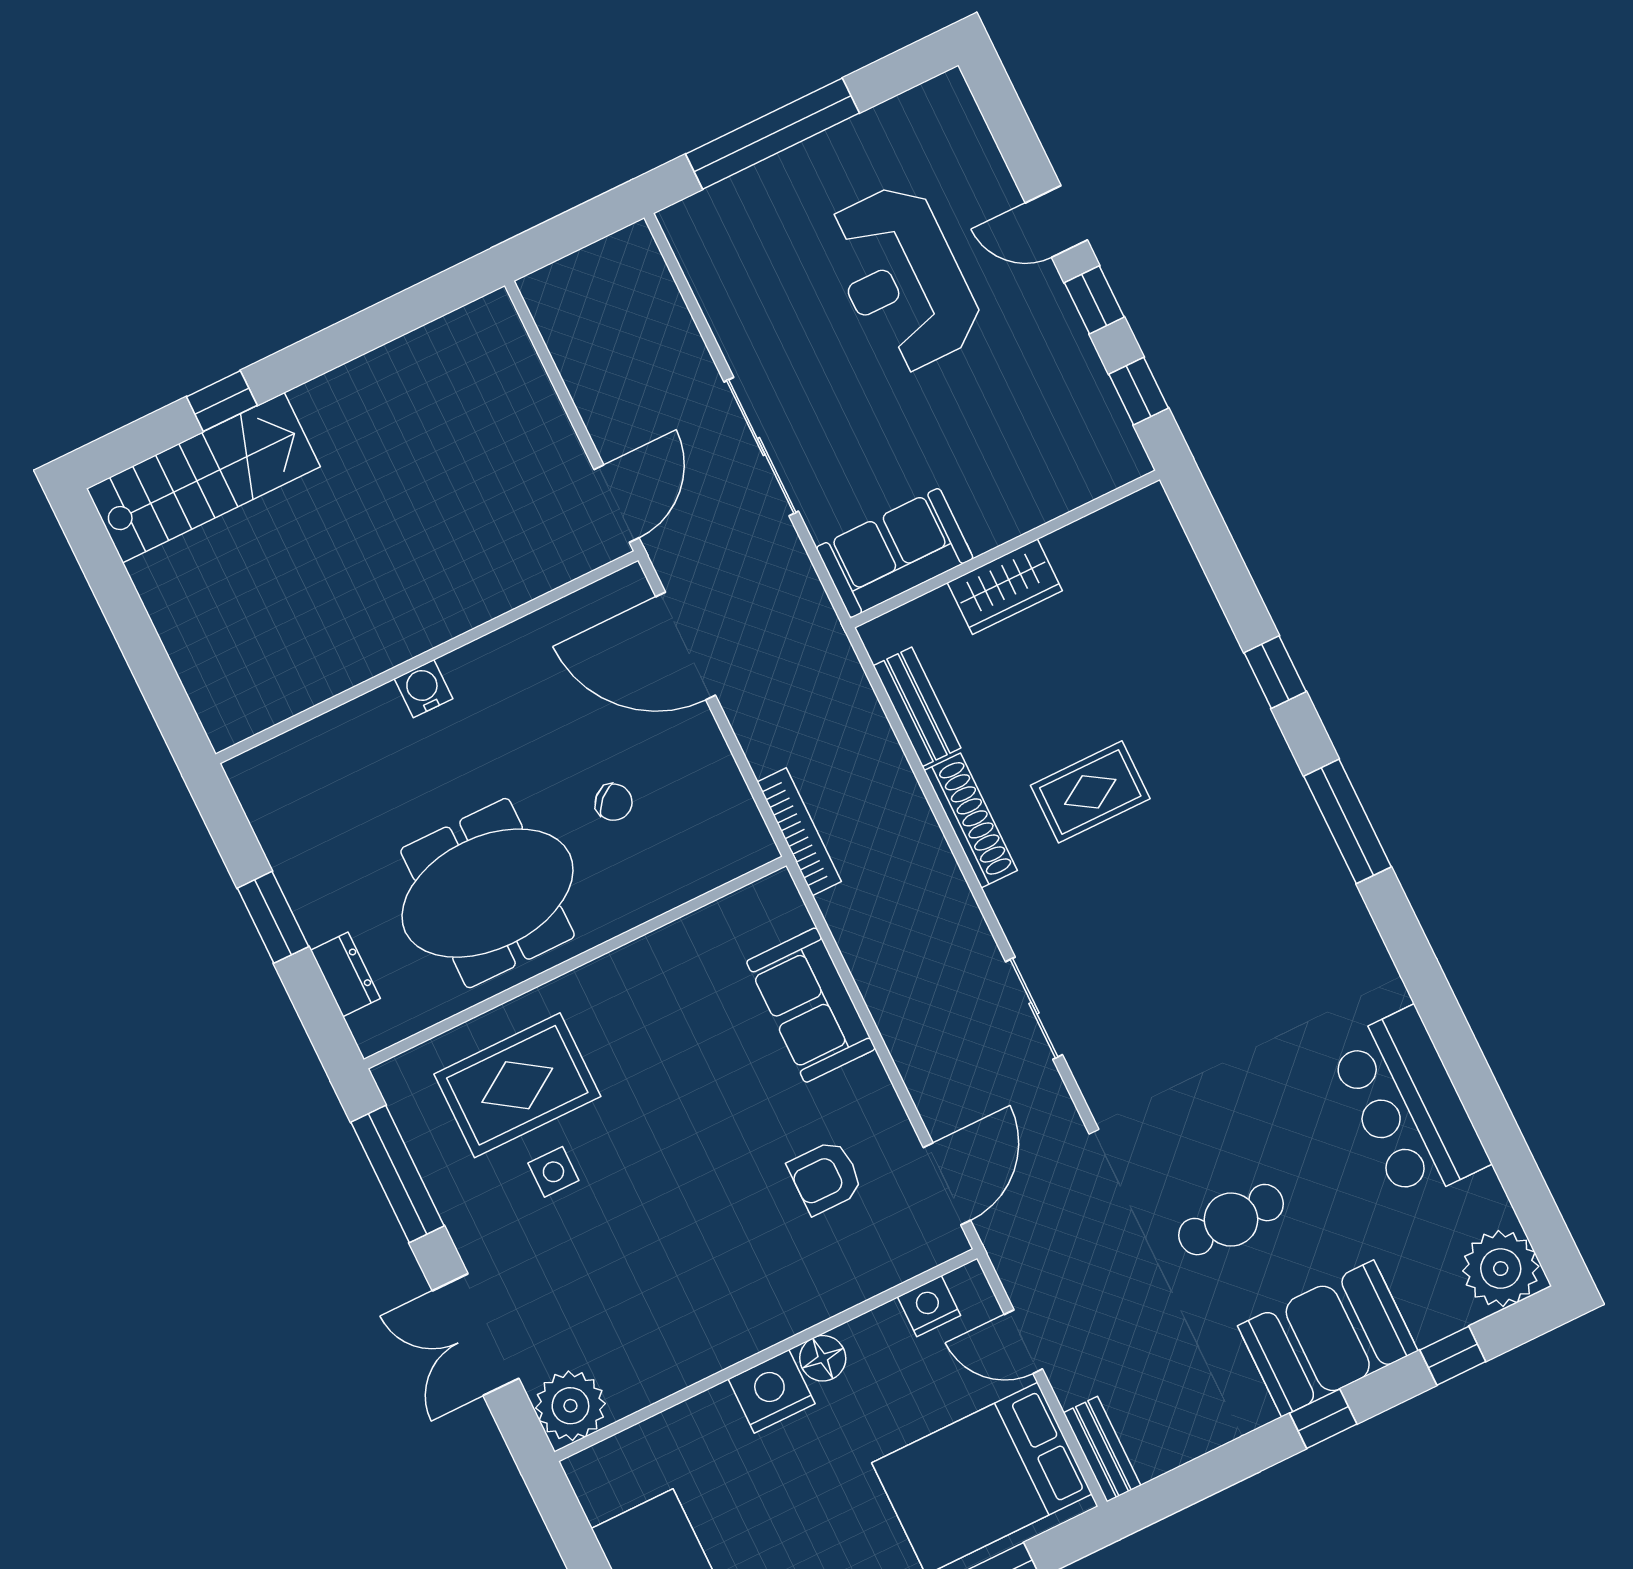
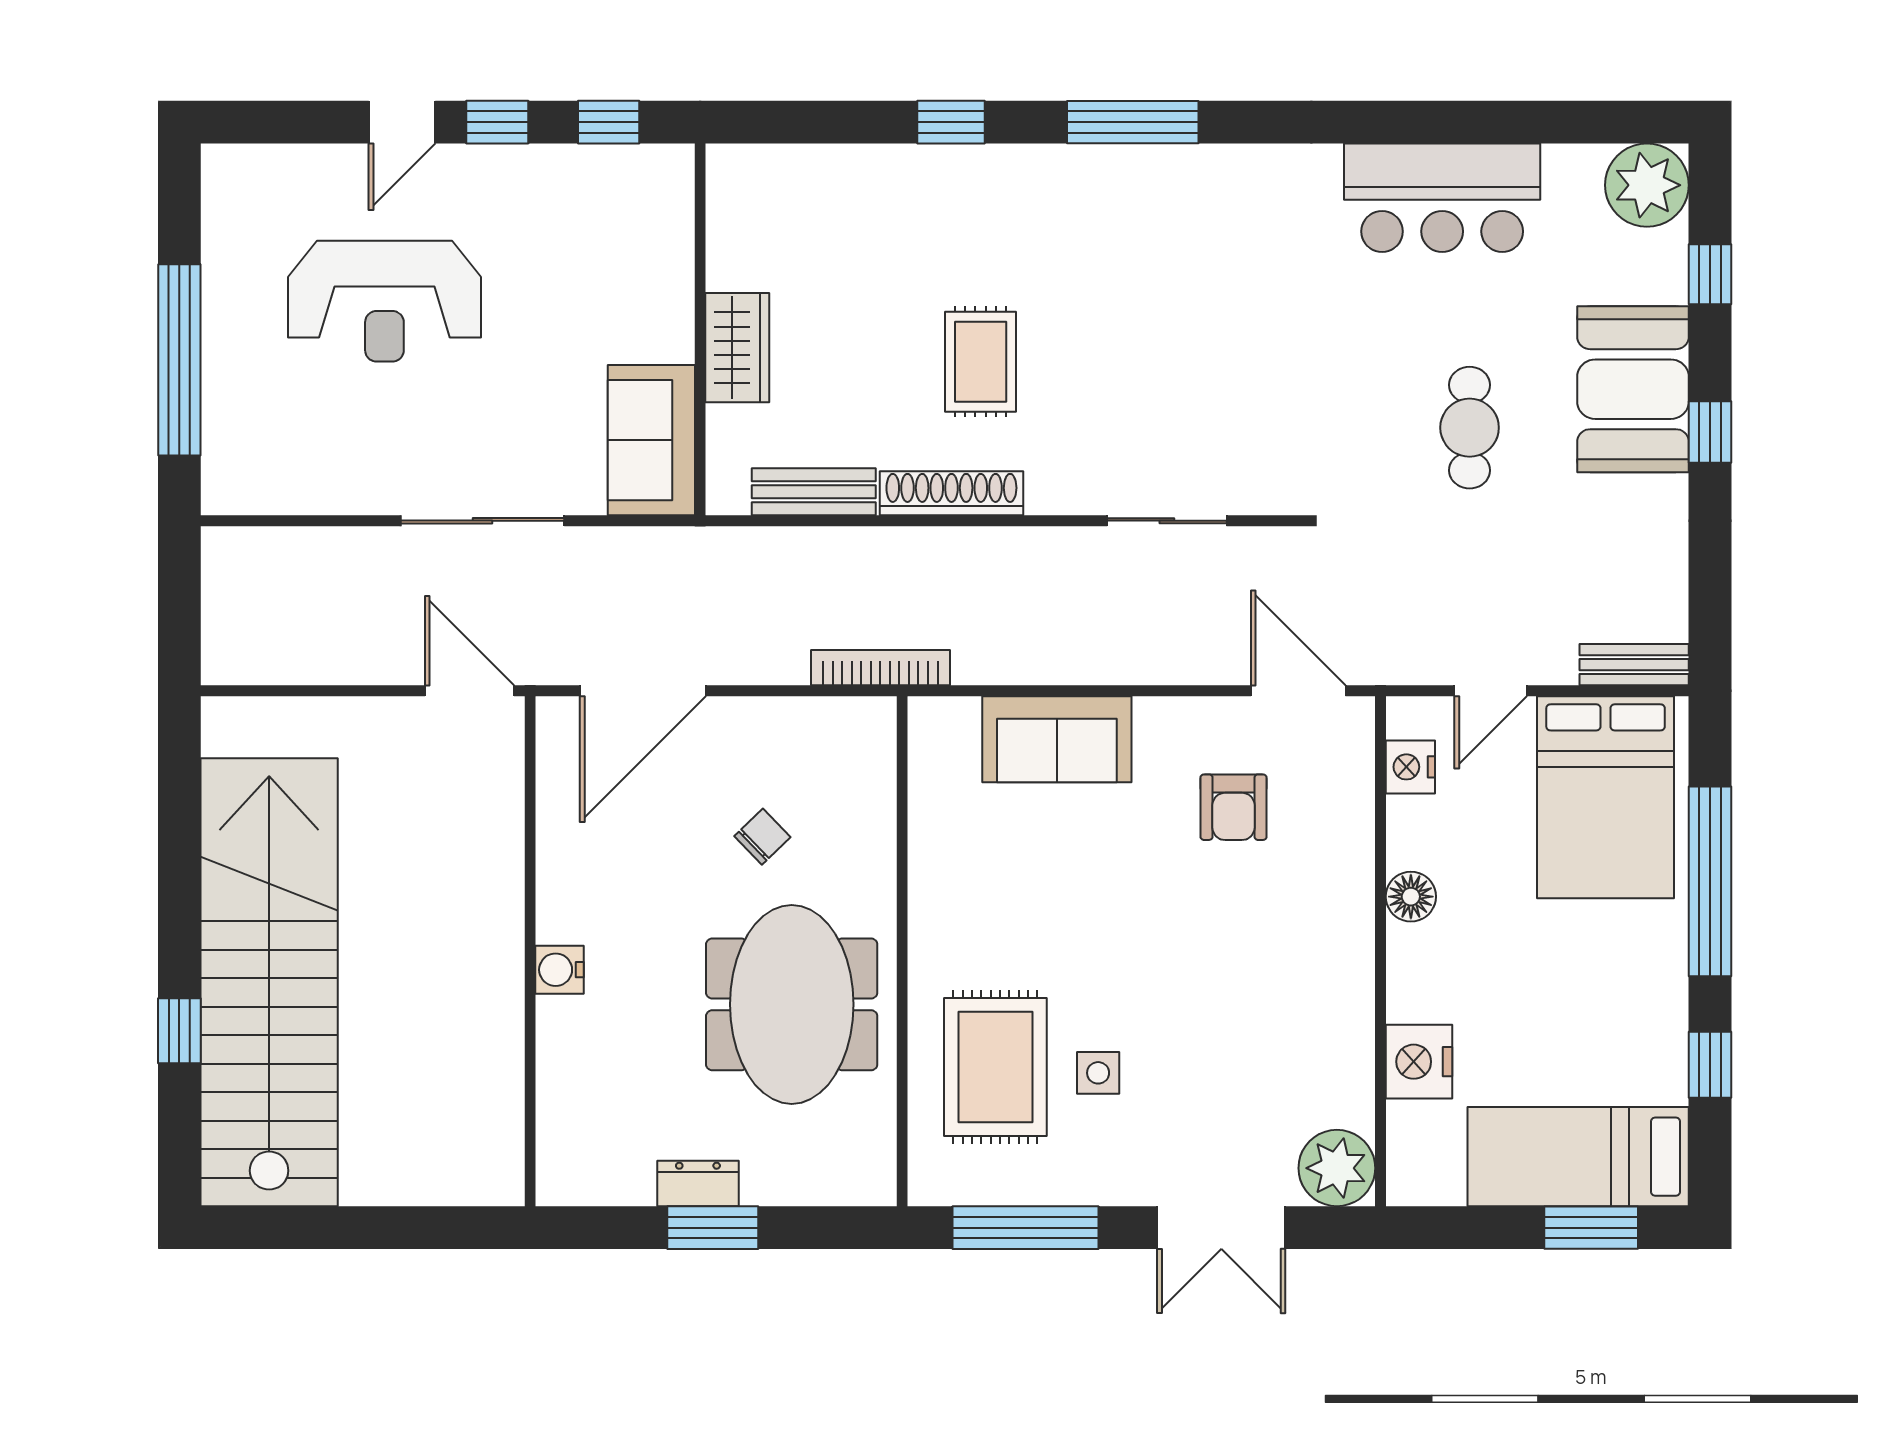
stairs: (203, 478) -> (269, 982), width x1.86, depth x1.51
dresser: (345, 974) -> (698, 1184), moved
nightstand: (772, 1391) -> (1419, 1062), moved

